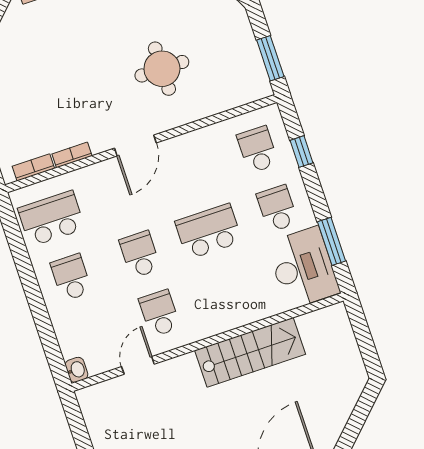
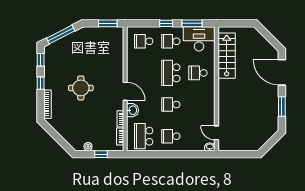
round table: (162, 69) -> (81, 88), moved
window: (301, 152) -> (166, 23), moved
washbasin: (100, 175) -> (133, 110), added
school desk: (160, 313) -> (198, 73), moved
stairs: (250, 352) -> (227, 56), moved
door: (138, 365) -> (217, 133), moved

